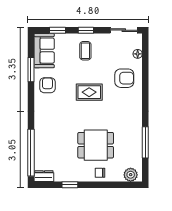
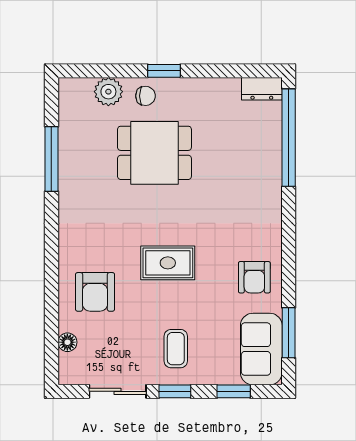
sliding door: (124, 30) -> (118, 391), moved
window: (31, 70) -> (289, 333), moved
armchair: (124, 78) -> (95, 292), turned -90
plant: (131, 175) -> (108, 92), moved
window: (70, 185) -> (164, 71), moved

